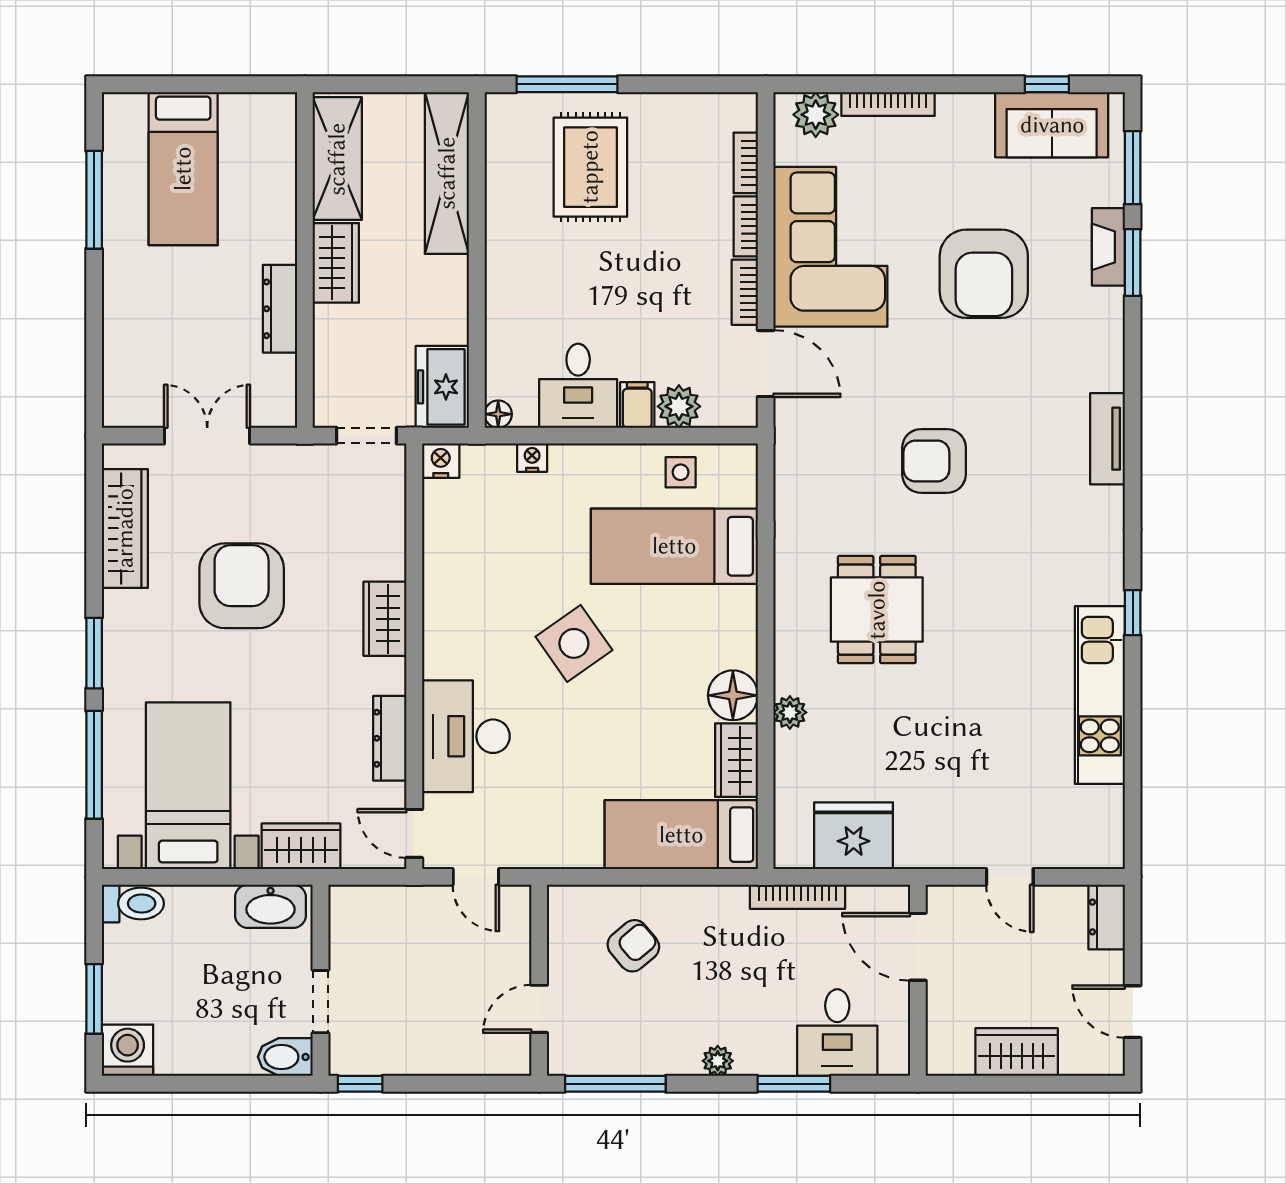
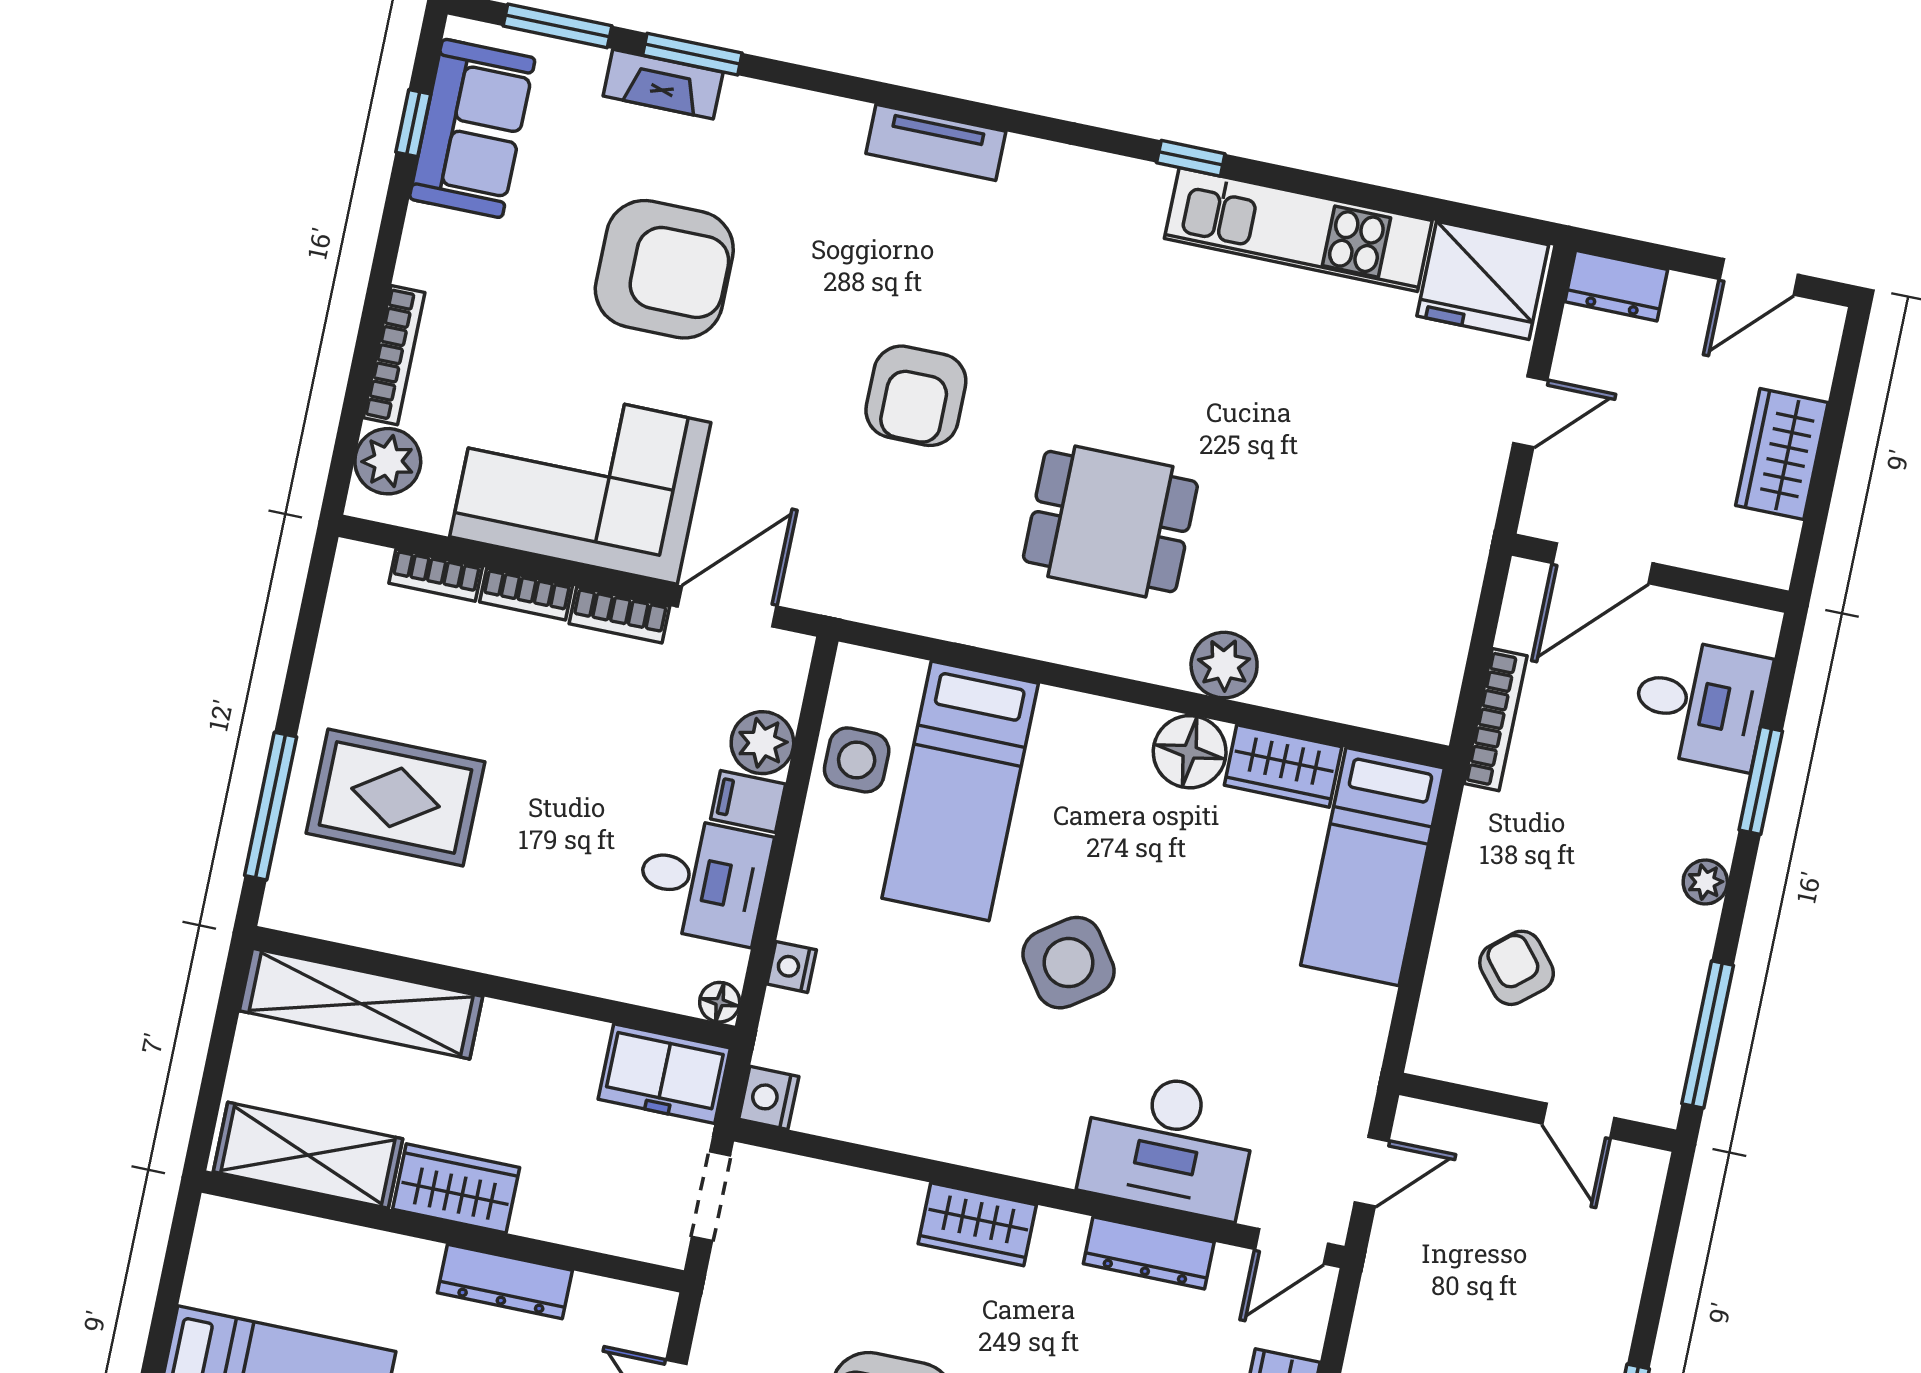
side table: (681, 472) -> (857, 760), width x1.37, depth x1.37
plant: (790, 712) -> (1224, 665), width x1.38, depth x1.38
fridge: (854, 836) -> (1483, 280), moved, turned -90

